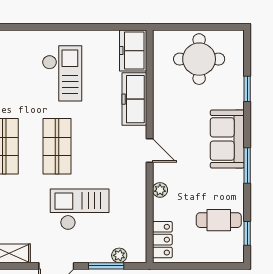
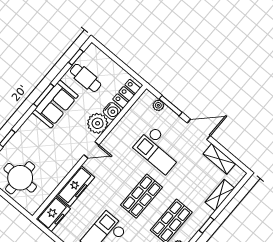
sofa: (227, 139) -> (55, 104), moved
door: (150, 150) -> (91, 150), swing flipped
plant: (160, 190) -> (98, 123), width x1.87, depth x1.87
water cooler: (162, 209) -> (112, 111), added

